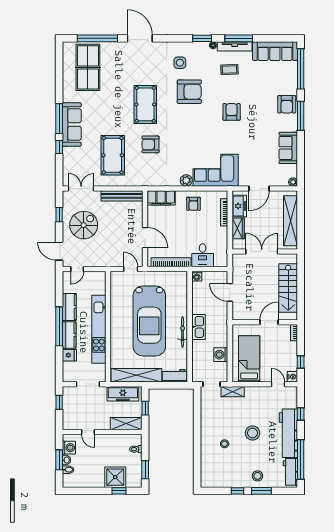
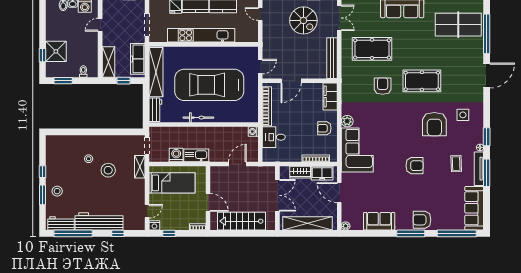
kitchen sink: (198, 327) -> (196, 155), moved, turned 180
stool: (252, 433) -> (108, 170), moved

